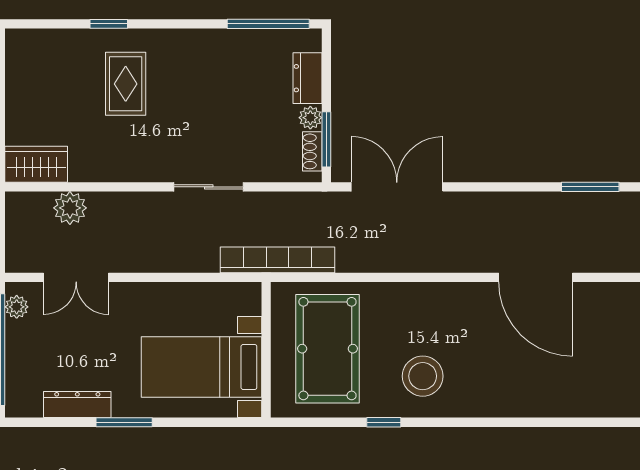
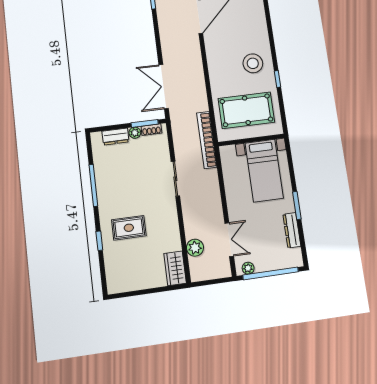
window: (268, 24) -> (93, 185), moved

